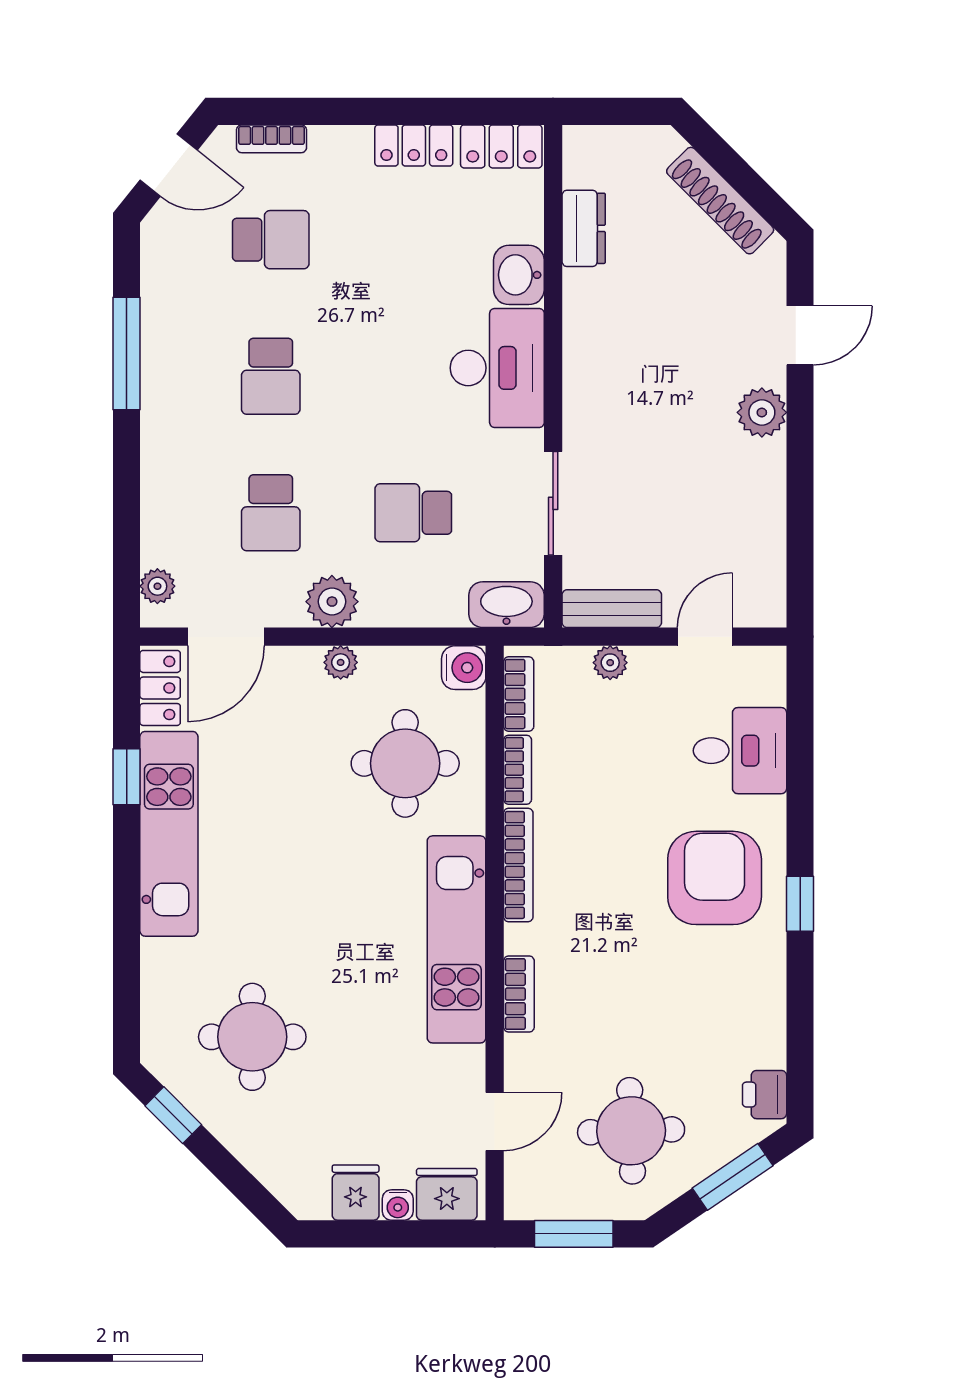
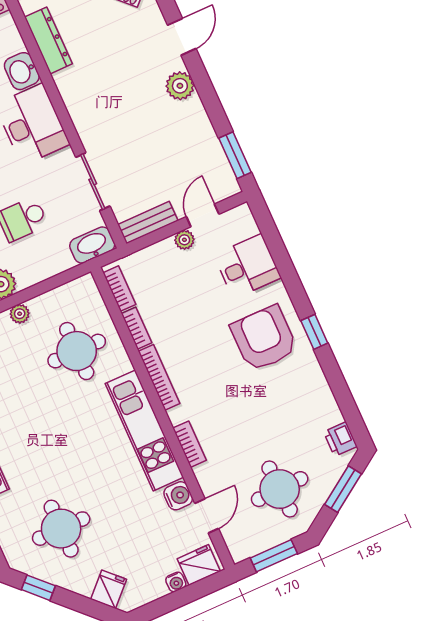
dresser: (584, 228) -> (48, 40), width x1.44
window: (800, 563) -> (235, 155), added
plant: (610, 663) -> (184, 240), moved
water cooler: (464, 668) -> (178, 496), moved
fridge: (356, 1193) -> (109, 589), moved, turned 45

